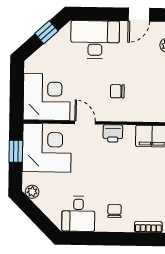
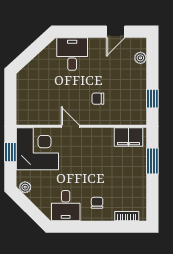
window: (46, 32) -> (35, 48), removed
desk: (95, 40) -> (72, 54), width x0.73
corner desk: (47, 97) -> (37, 105), removed
printer: (113, 133) -> (95, 135), removed

